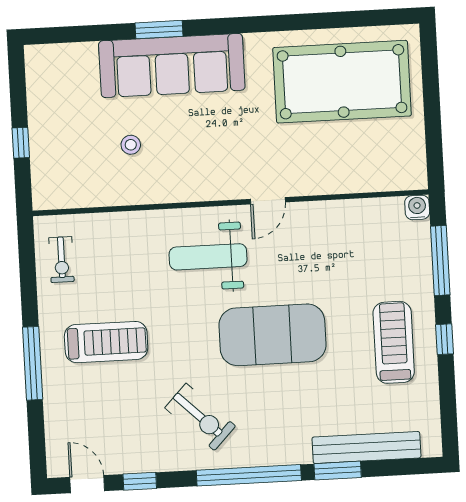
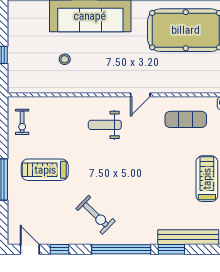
weight bench: (208, 257) -> (105, 125), width x0.73, depth x0.75
exercise mat: (272, 335) -> (186, 119), moved, width x0.50, depth x0.69
treadmill: (106, 342) -> (45, 170), turned 180

